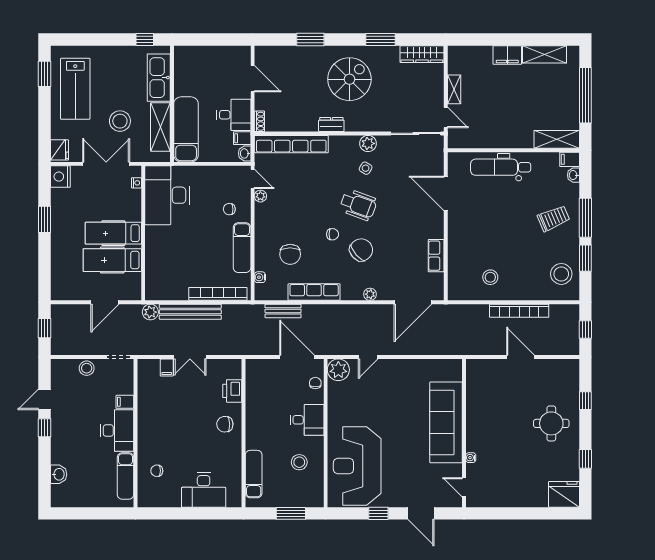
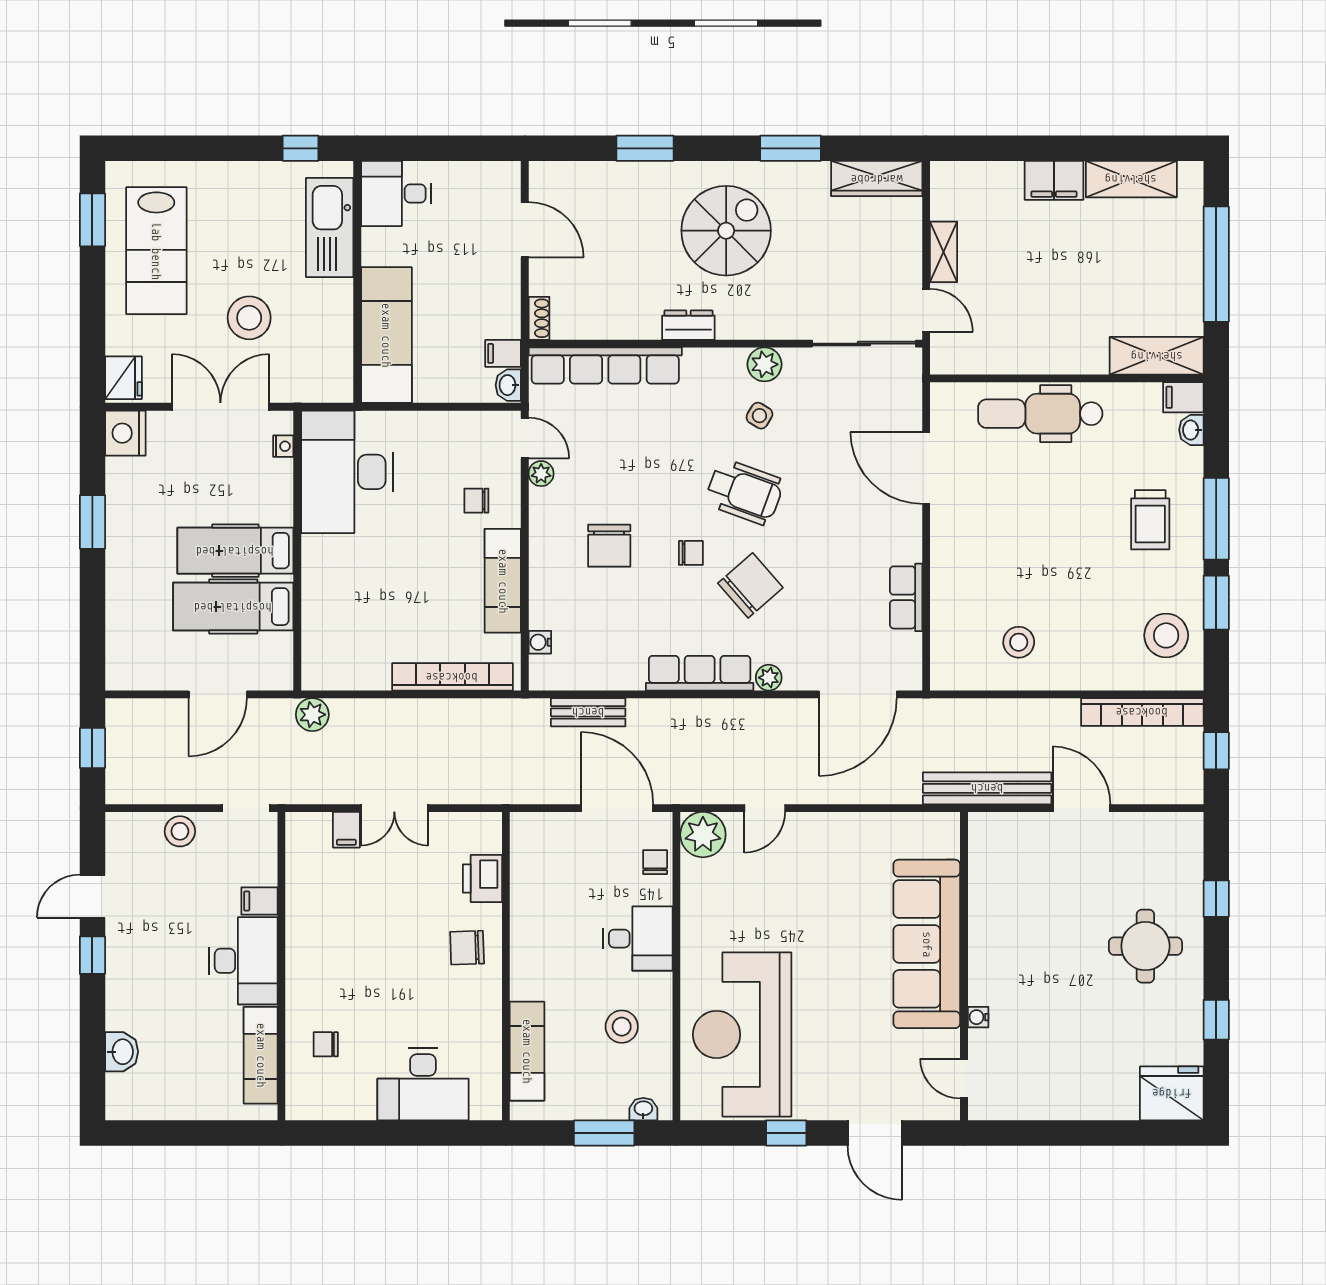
desk: (234, 115) -> (396, 193), moved, turned 180
shelving: (160, 127) -> (333, 330), removed
trolley: (554, 218) -> (1150, 520), turned 113
chair: (290, 254) -> (609, 546), moved
row of seats: (314, 292) -> (700, 673), moved
bookcase: (519, 311) -> (1142, 712), moved
bench: (190, 312) -> (987, 788), moved
washbasin: (310, 502) -> (643, 1109), added

